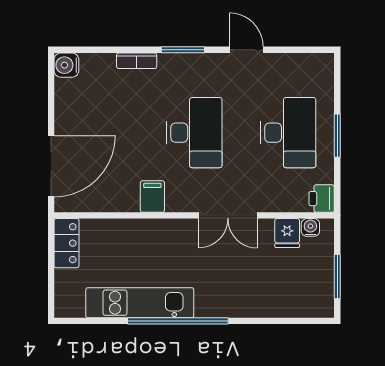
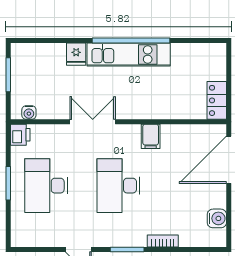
water cooler: (66, 65) -> (217, 218), moved
fridge: (287, 233) -> (76, 54), moved, turned 180
kitchen unit: (140, 303) -> (129, 55), moved

